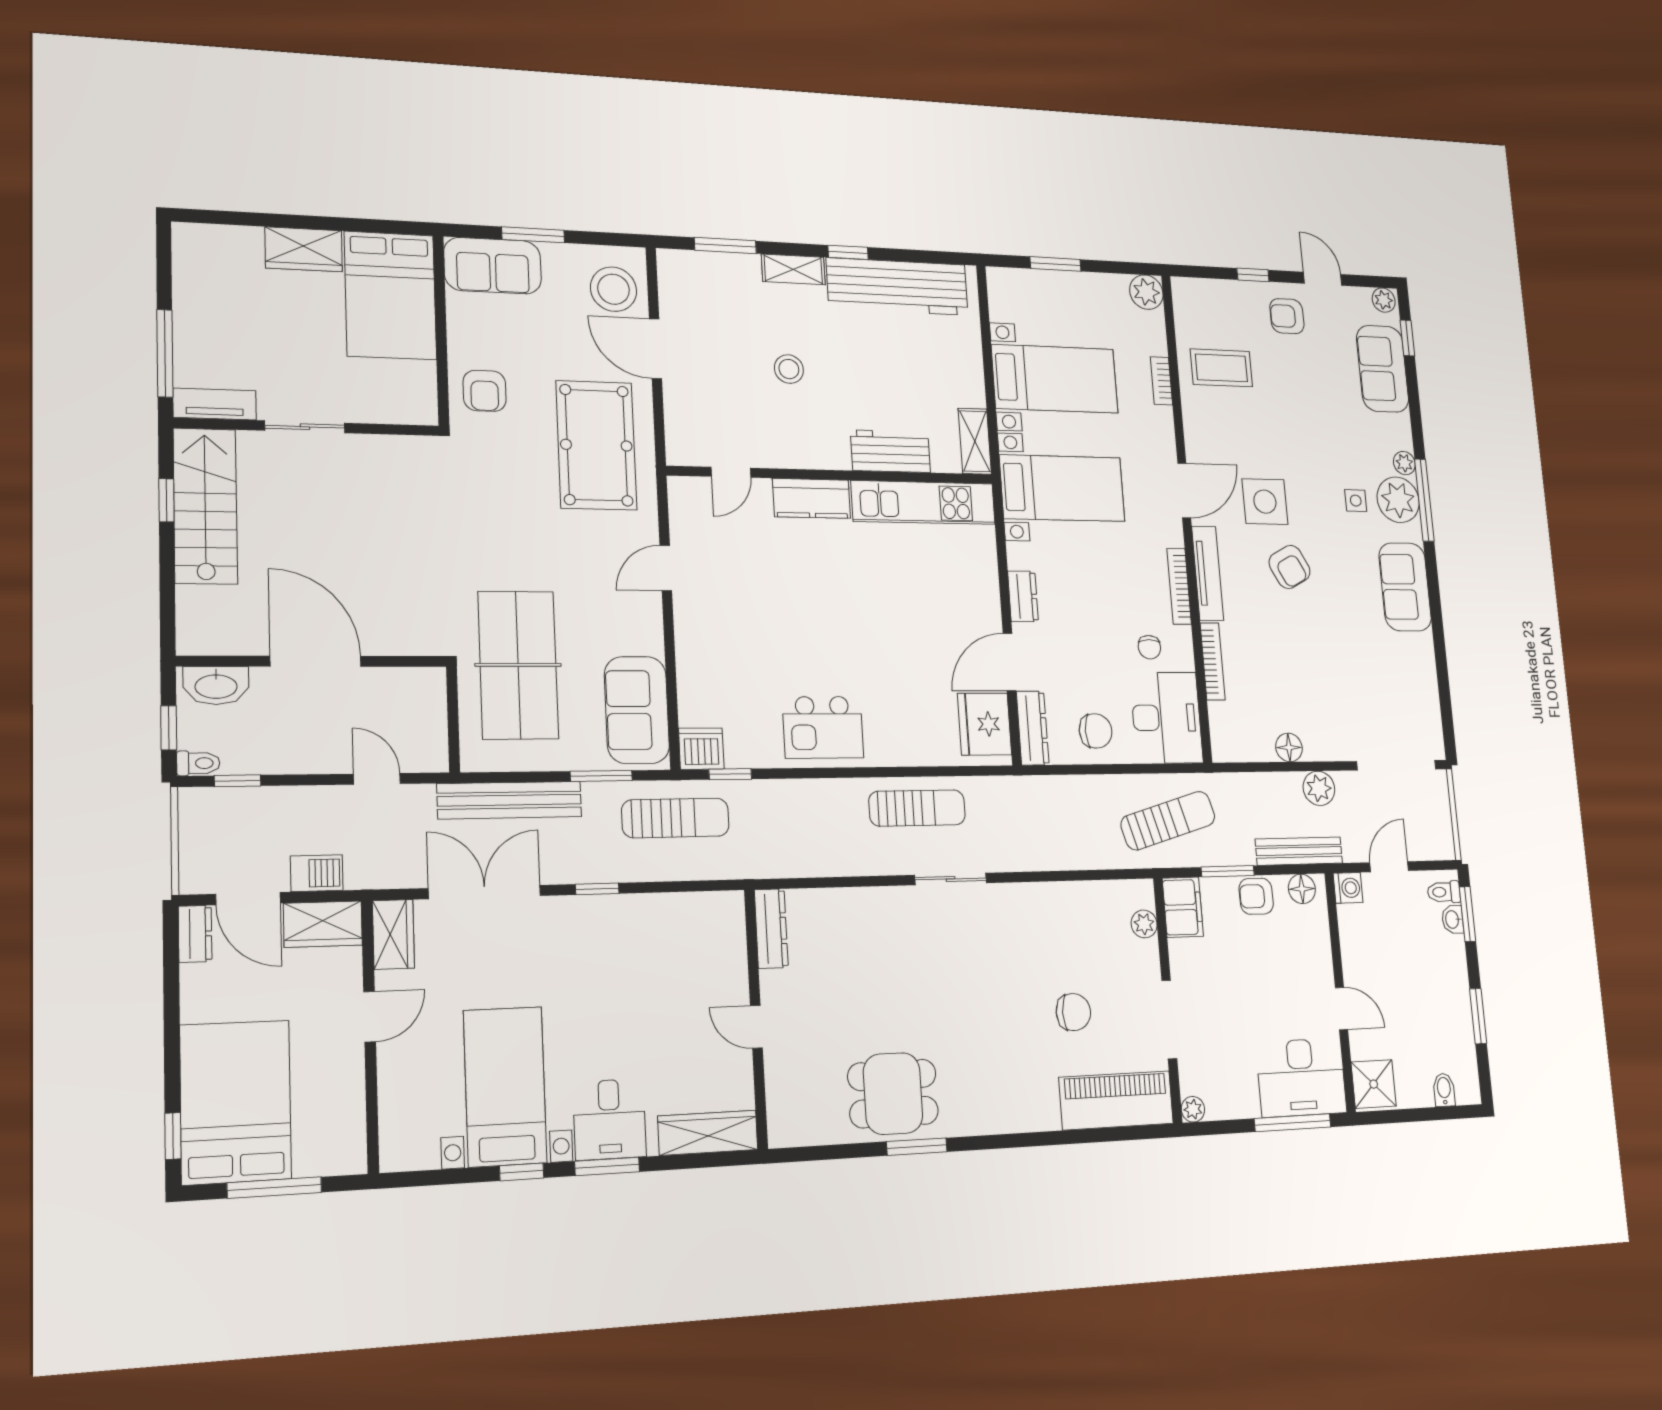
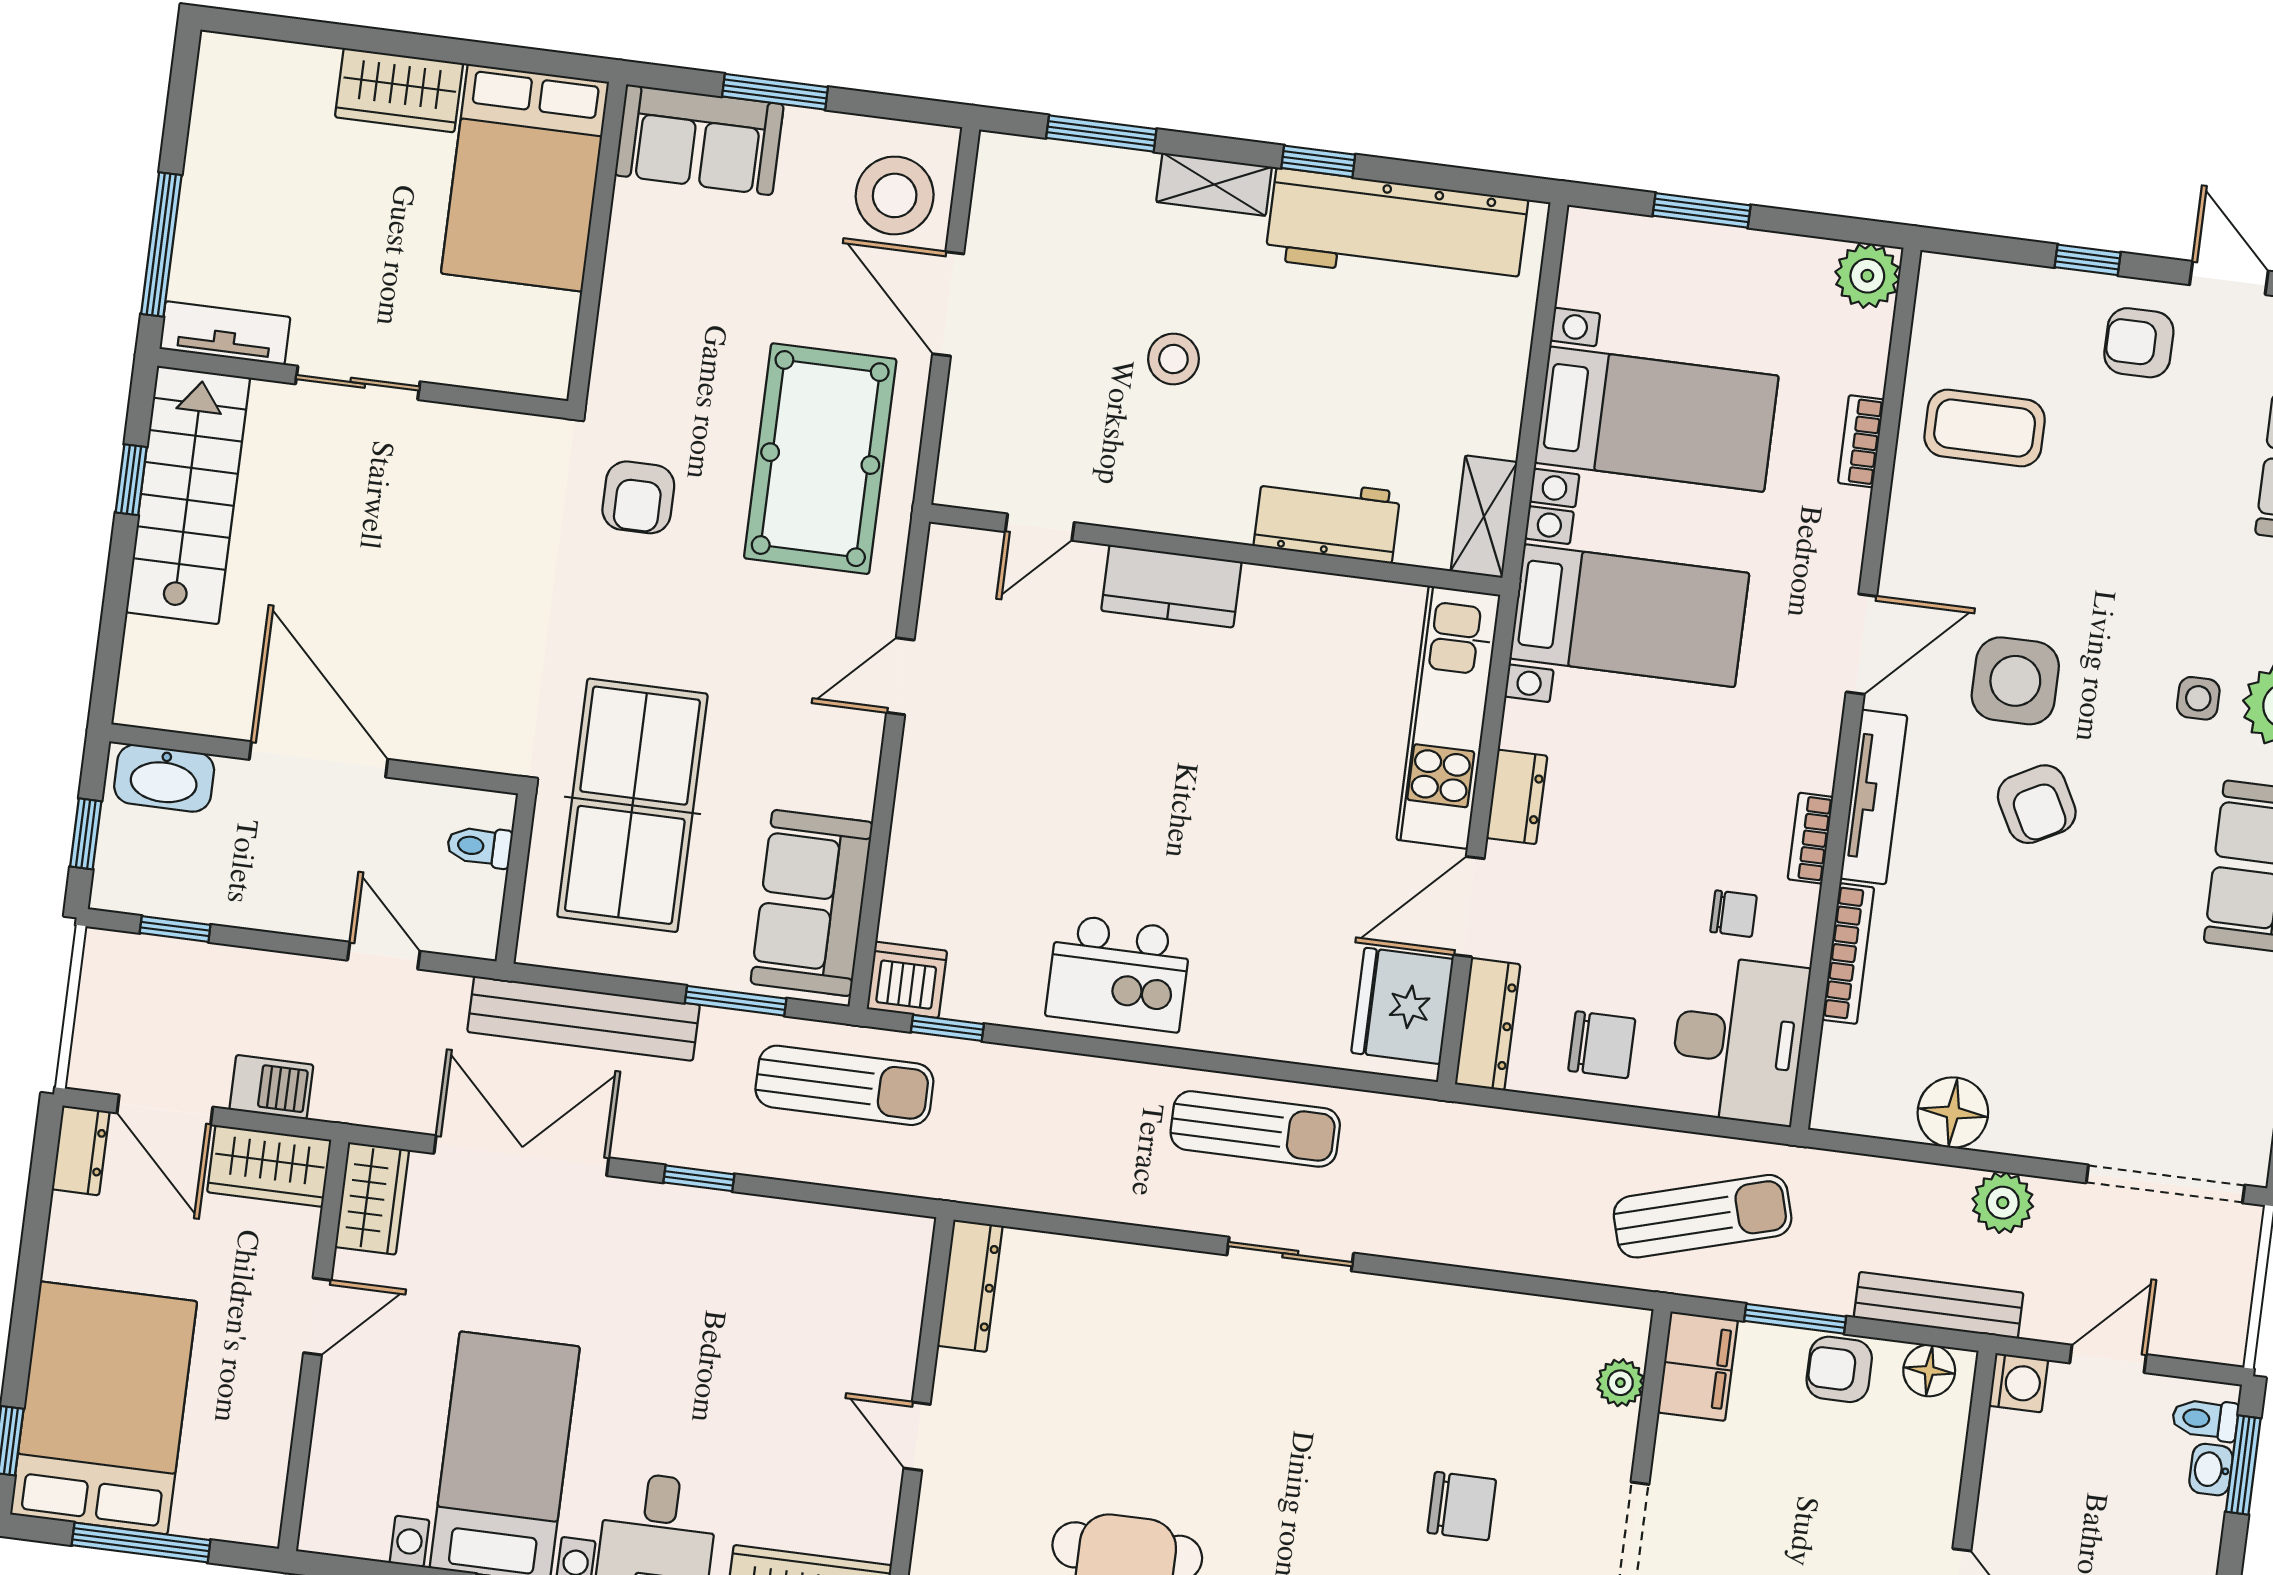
armchair: (485, 391) -> (638, 497), moved
kitchen unit: (923, 503) -> (1448, 717), moved, turned 90
bookcase: (1179, 586) -> (1810, 838), width x0.64
chair: (1149, 647) -> (1734, 914), turned -90
floor lamp: (1289, 747) -> (1953, 1113), width x1.38, depth x1.38
toilet: (198, 763) -> (479, 846), moved, turned 180

